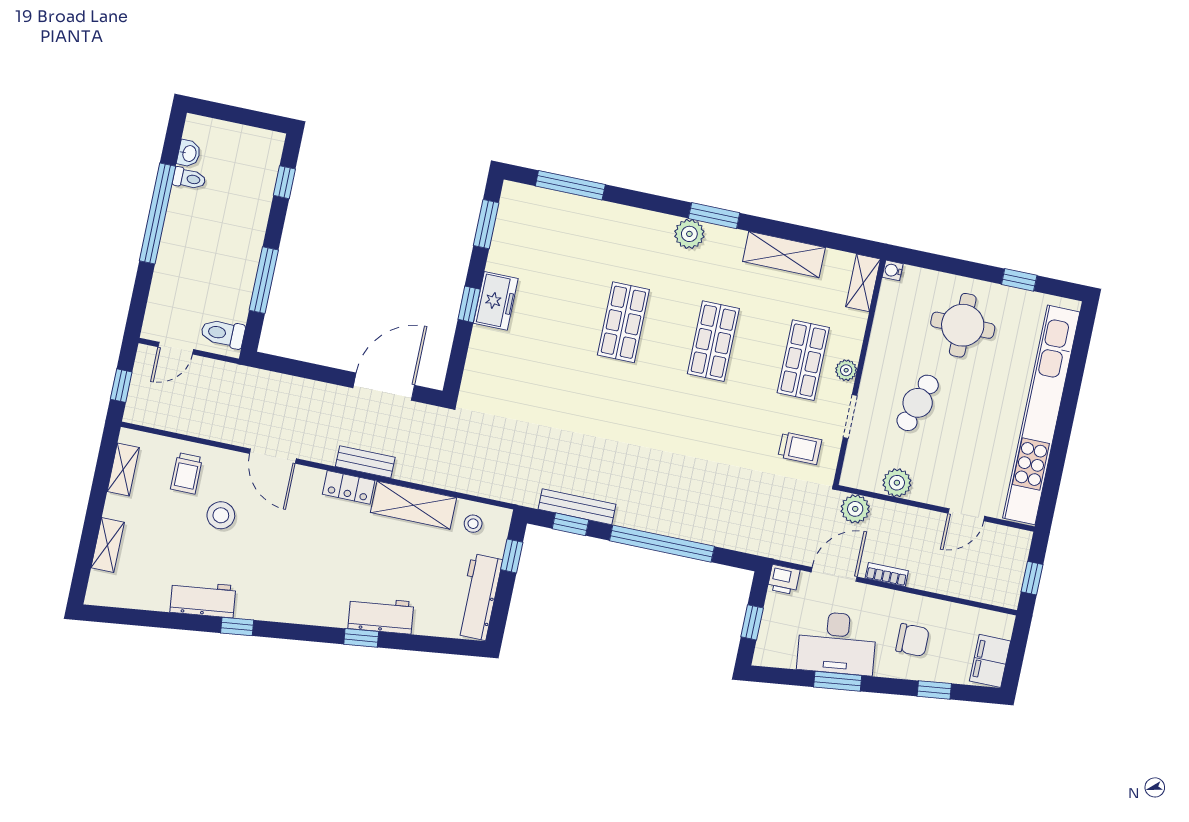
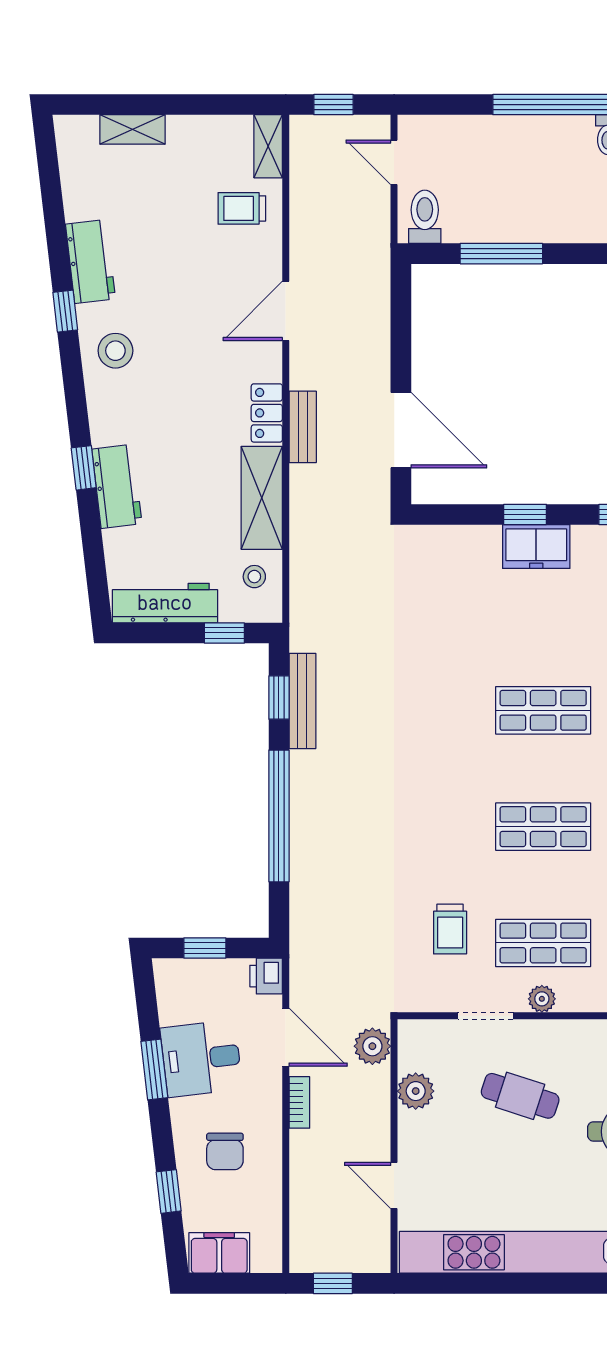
trolley: (800, 448) -> (450, 929), moved
shelving: (123, 469) -> (268, 146), moved, turned 90
stool: (221, 515) -> (115, 351), moved
desk: (837, 643) -> (201, 1059), width x0.73

